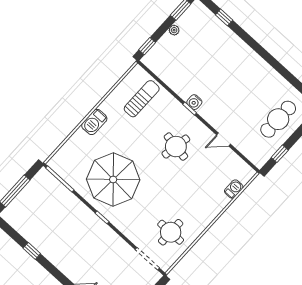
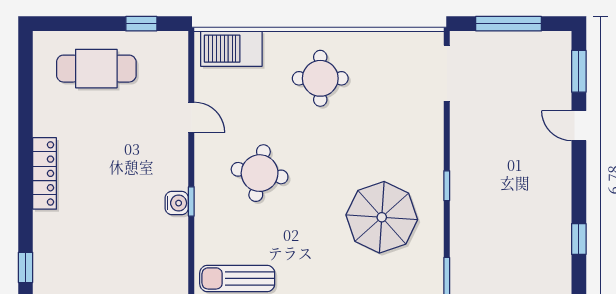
locker: (255, 60) -> (45, 173), added
parasol: (113, 180) -> (382, 217), width x0.73, depth x0.73
barbecue: (234, 189) -> (231, 49), width x1.88, depth x1.53
round table: (171, 232) -> (320, 78), moved

